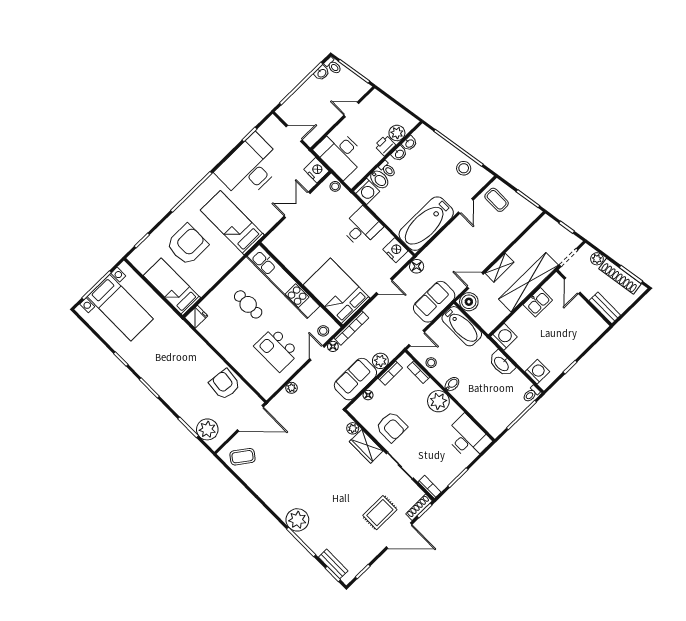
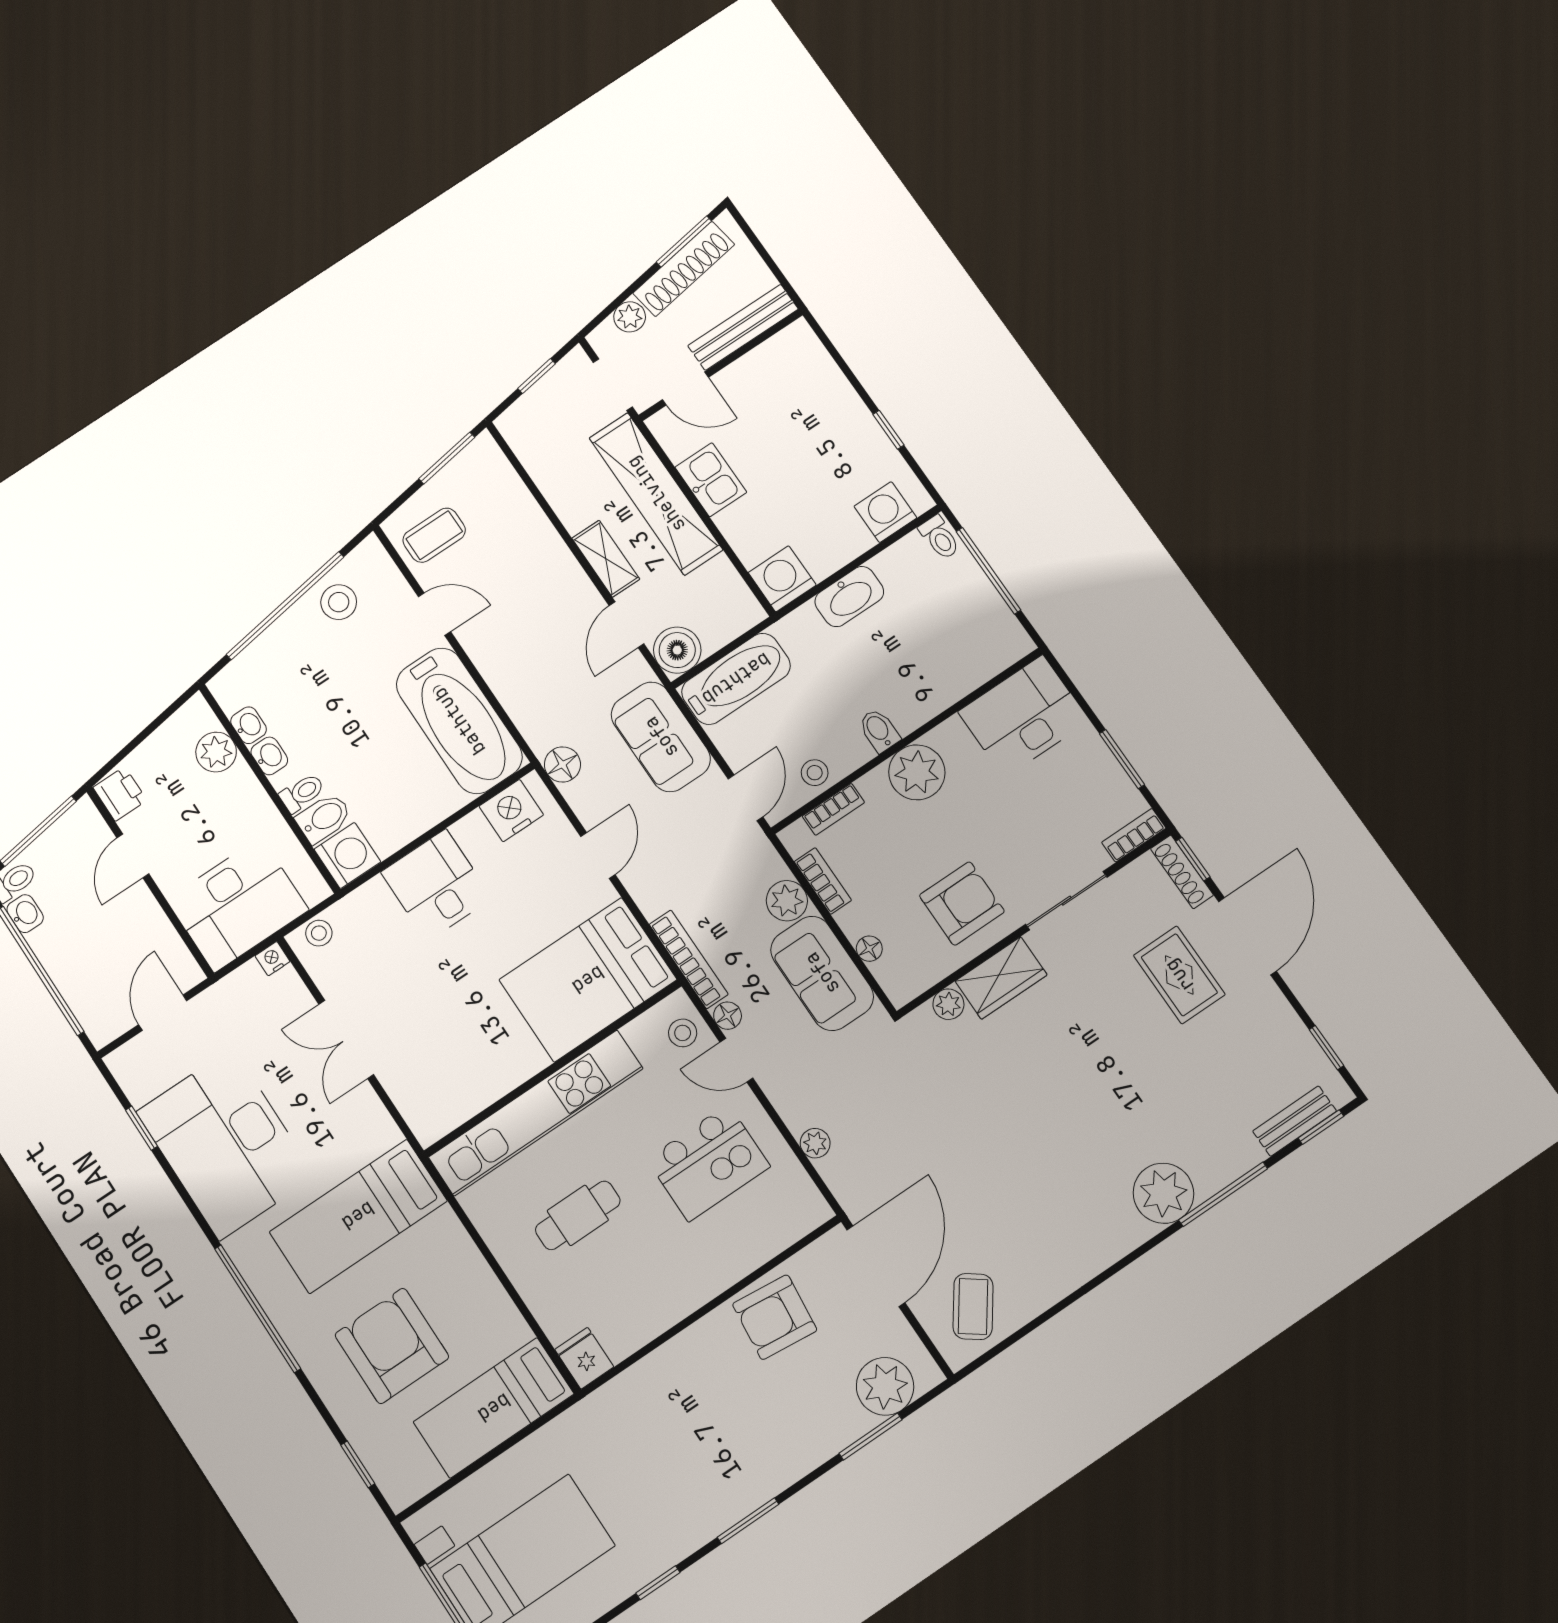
printer: (385, 145) -> (120, 794), moved, turned 180
nightstand: (316, 170) -> (273, 959), width x0.53, depth x0.56
bench: (605, 308) -> (743, 327), width x1.36

